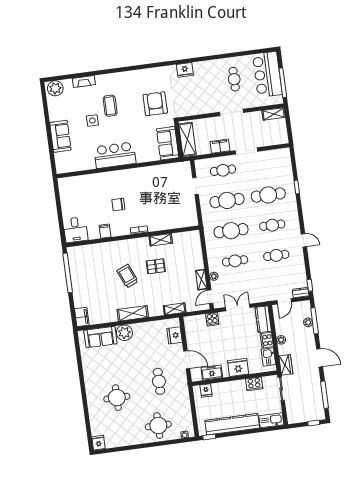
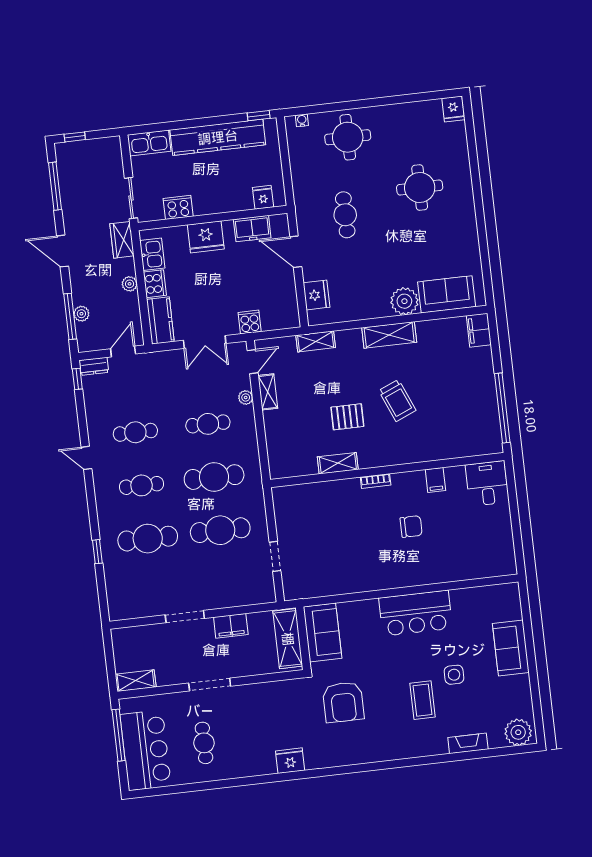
cafe table: (223, 170) -> (226, 583), removed

